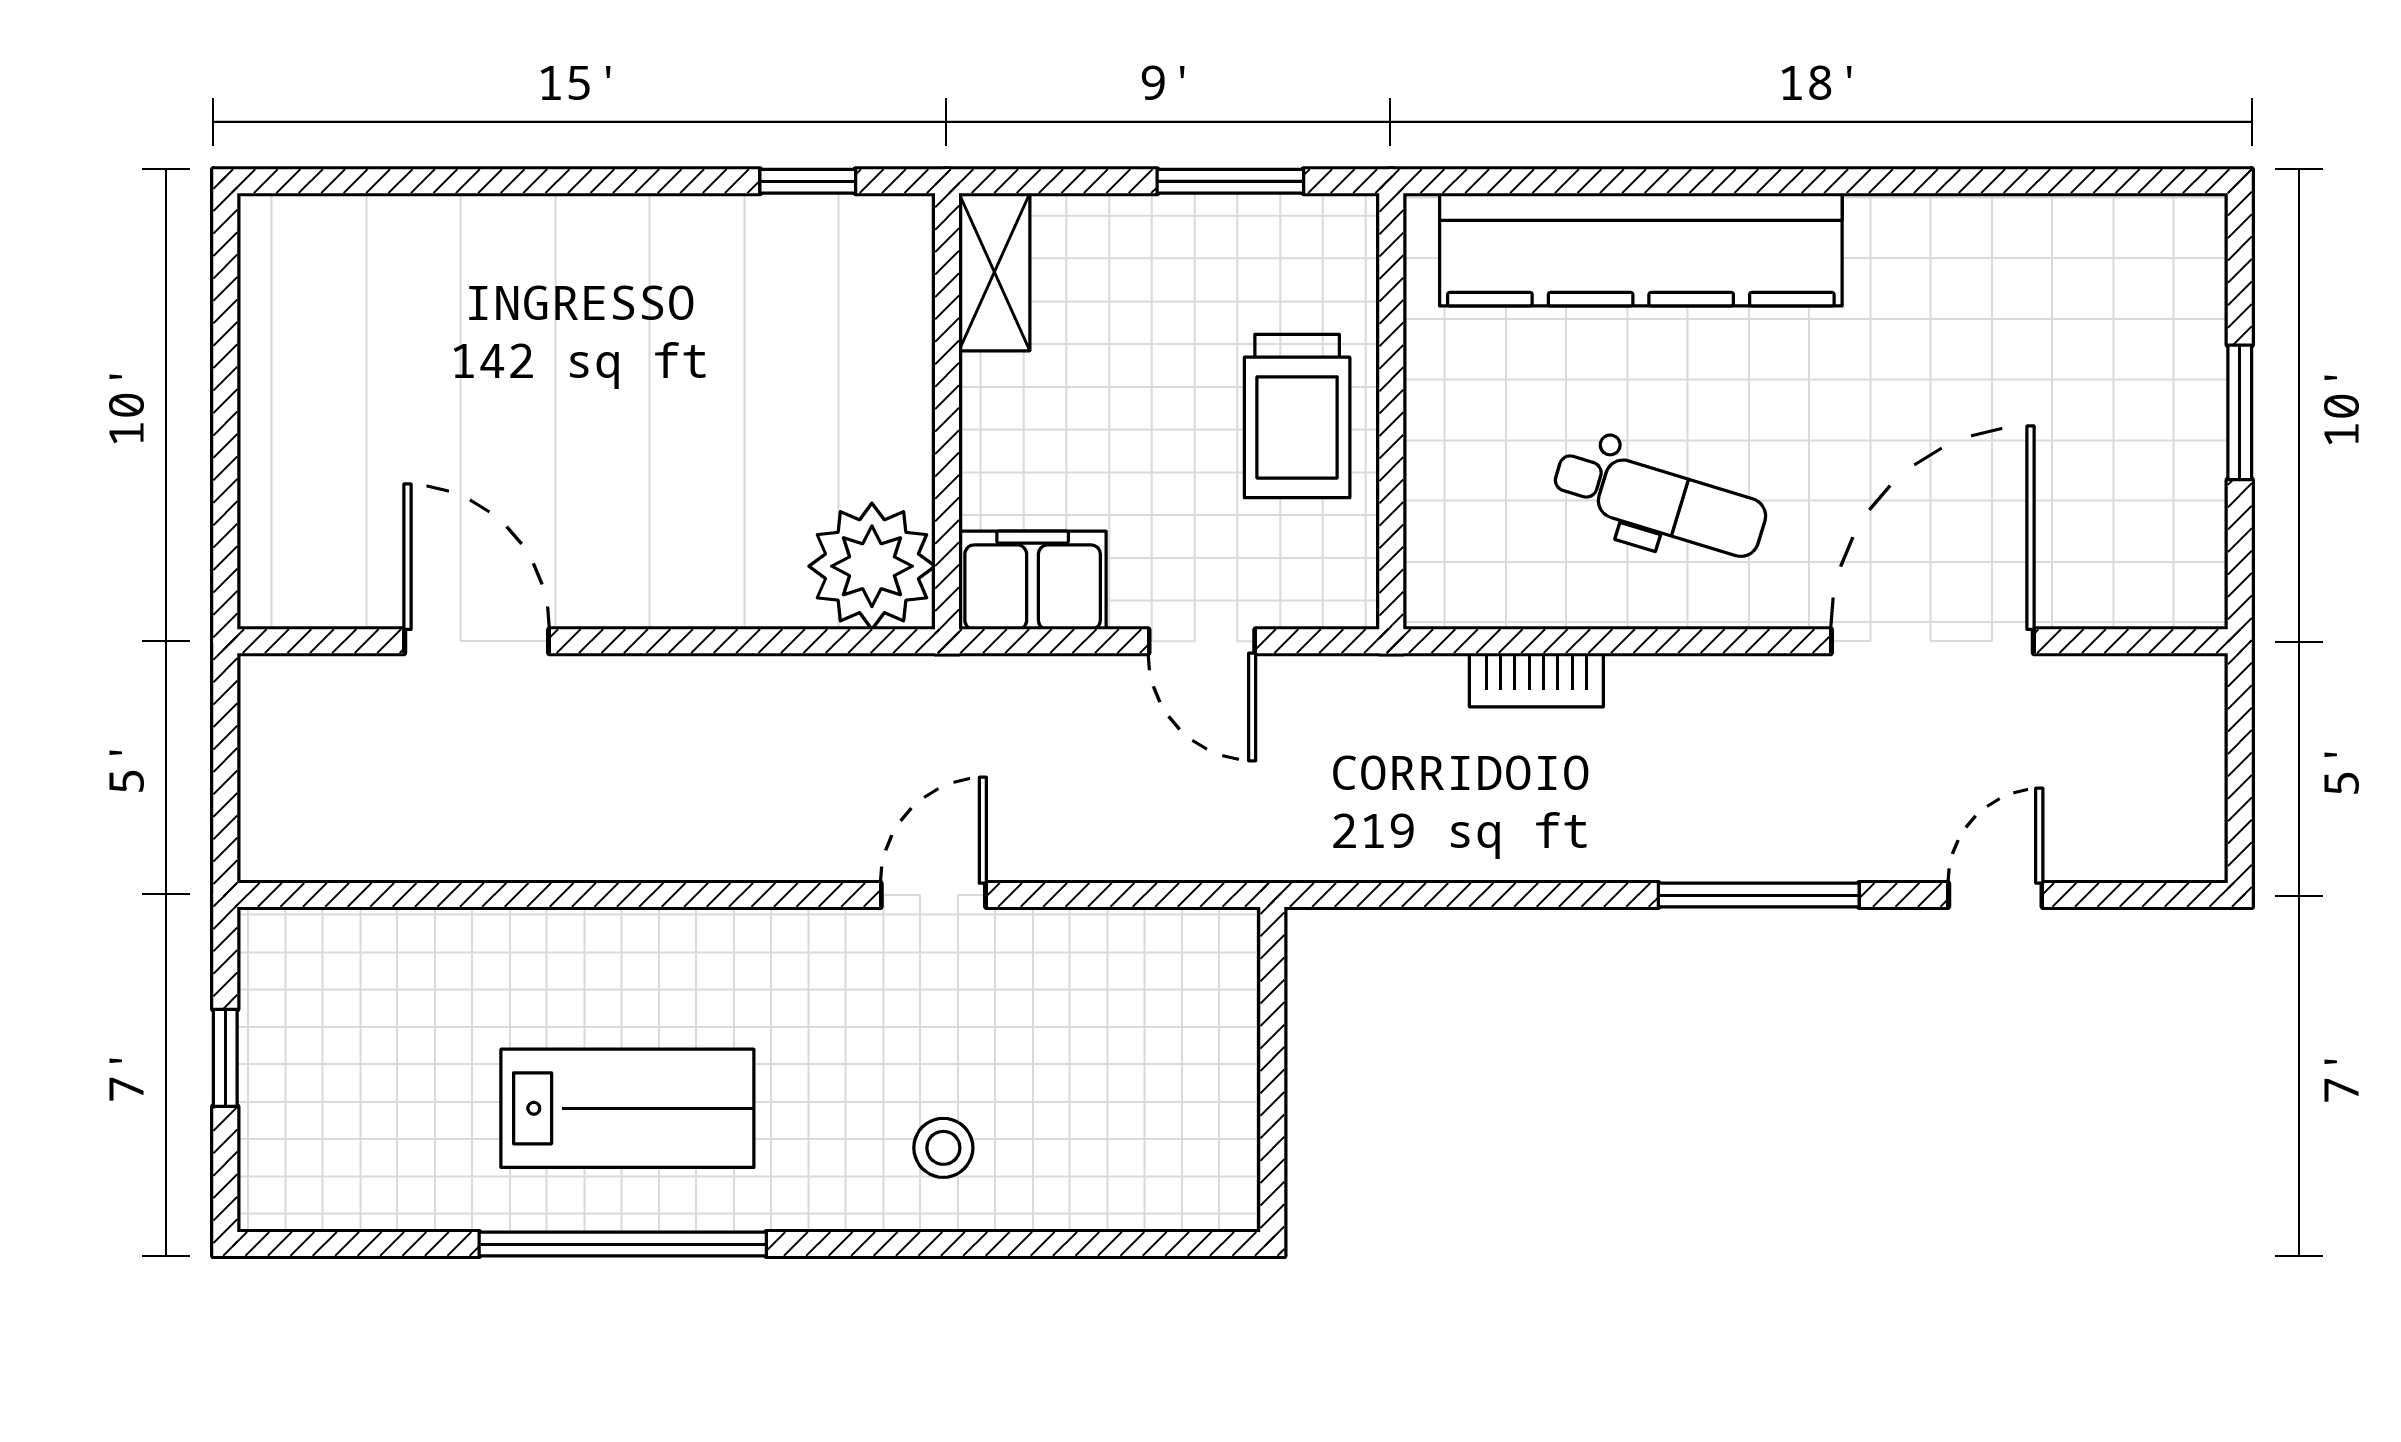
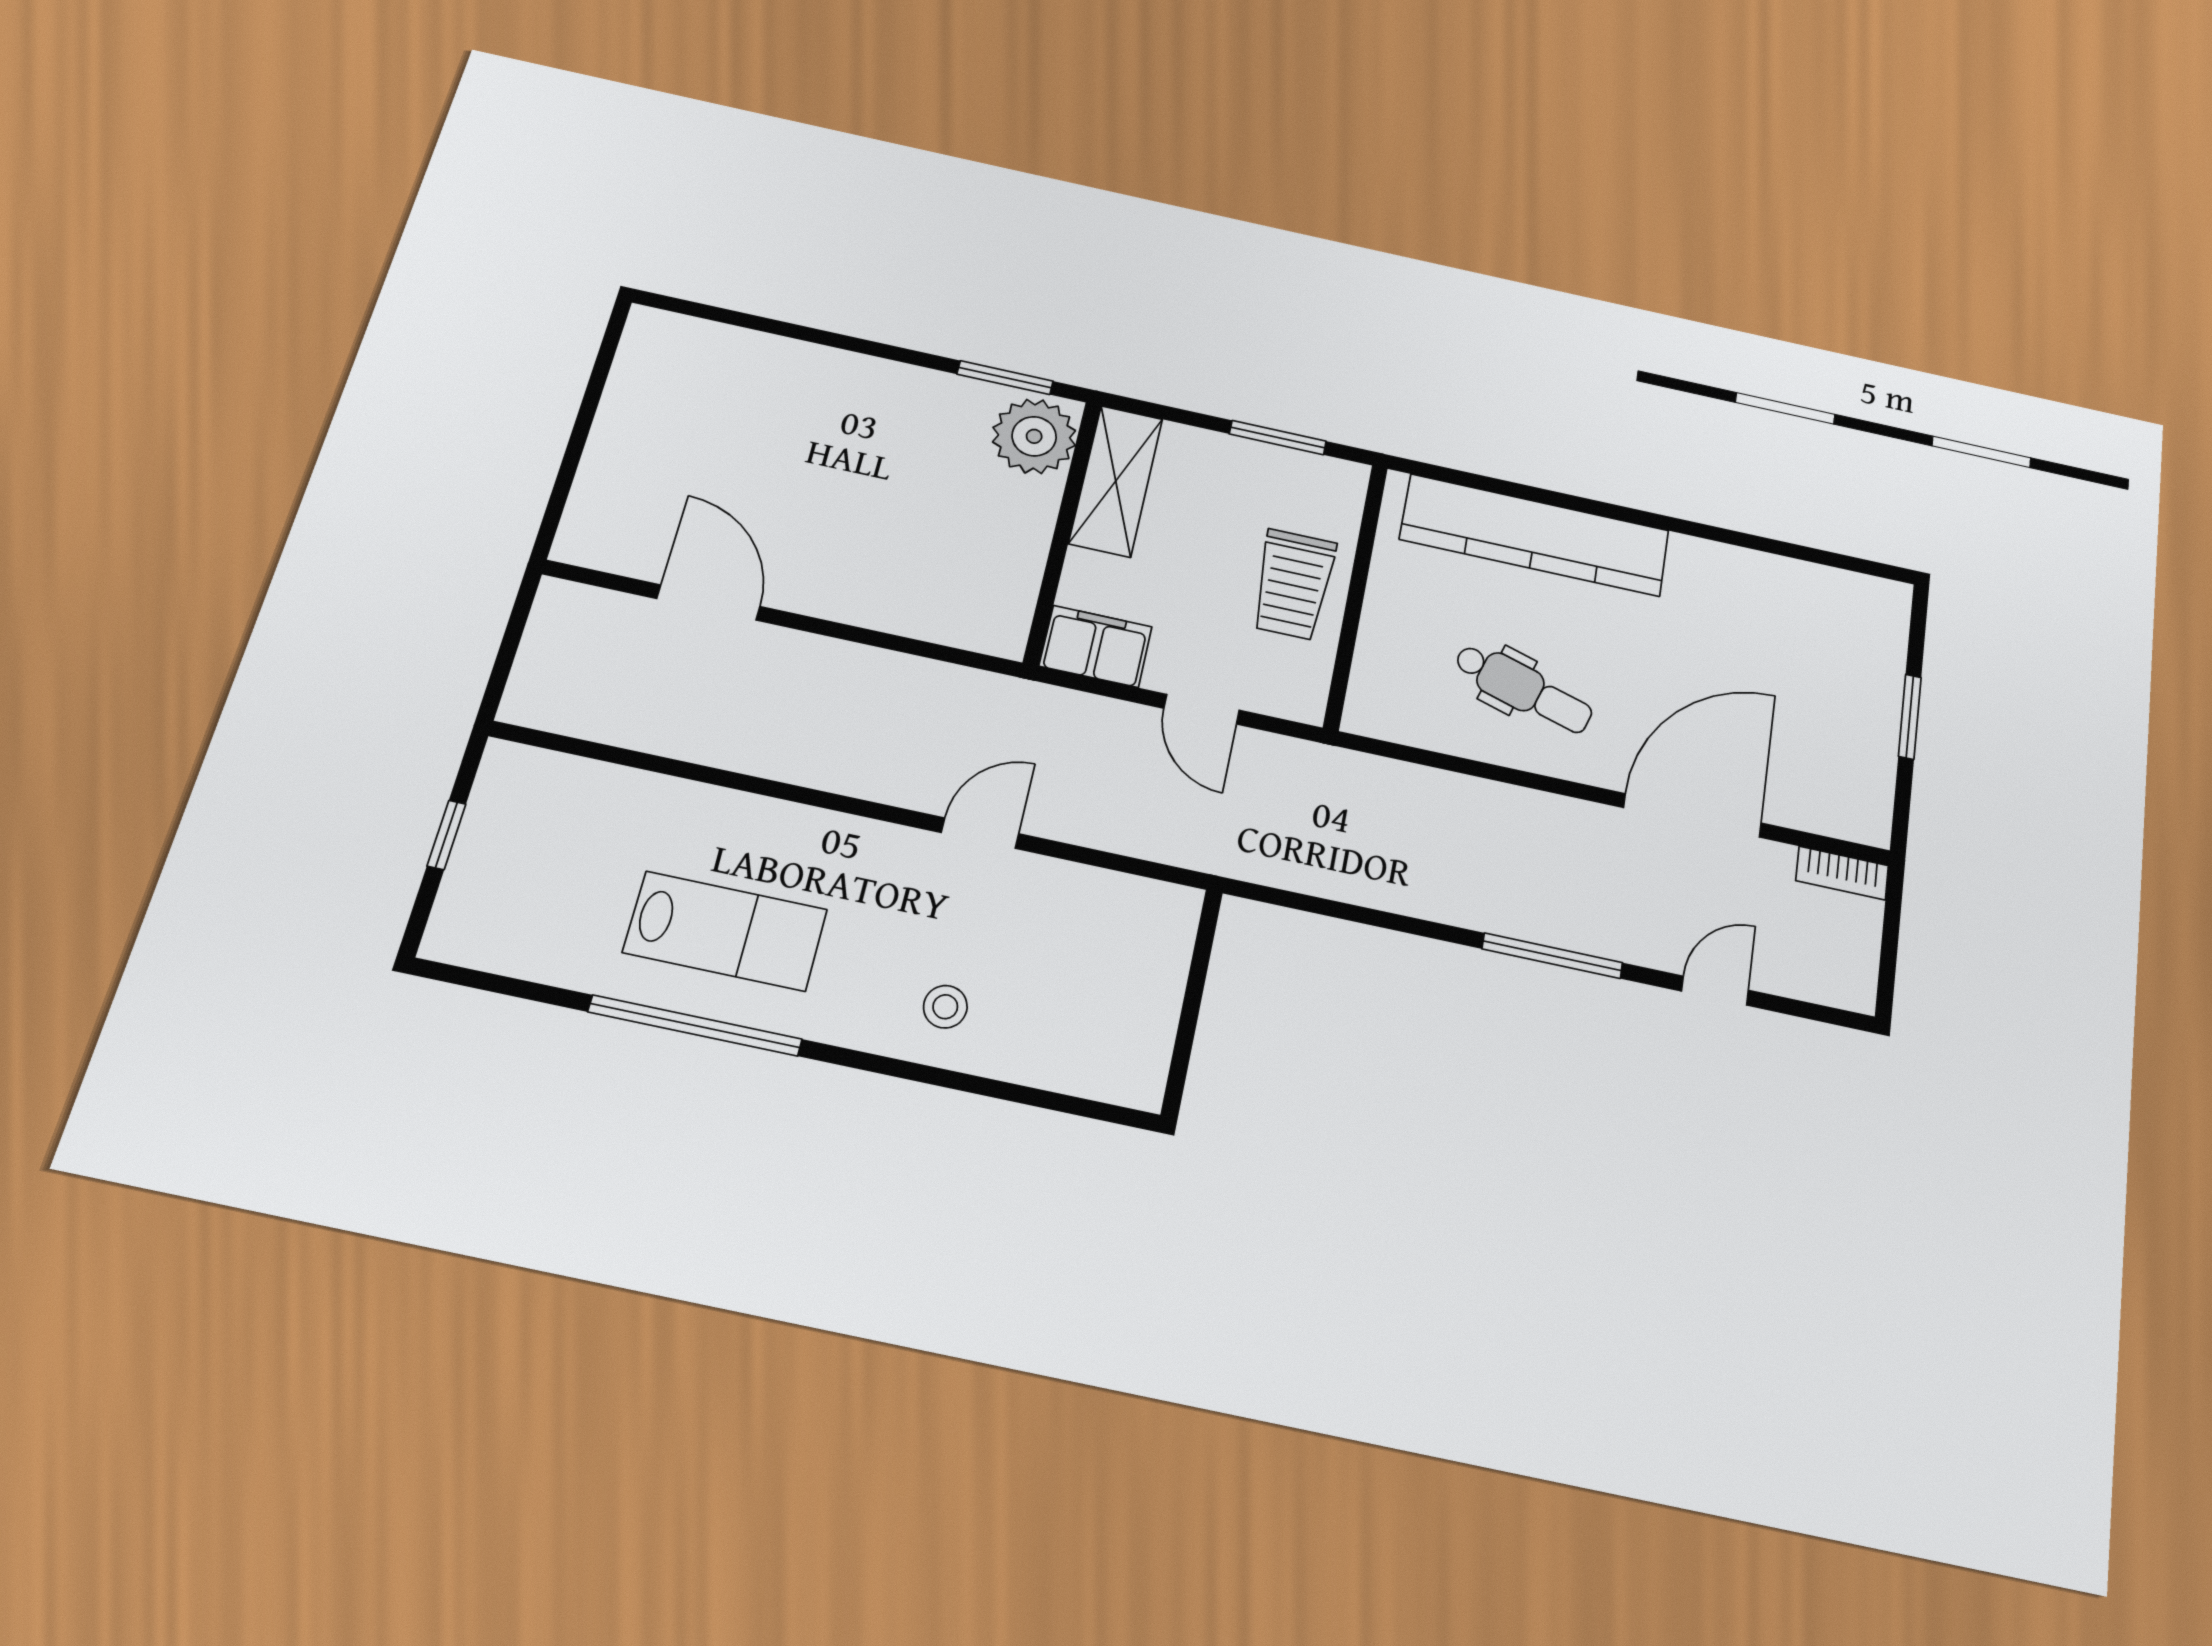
window: (808, 181) -> (1005, 378), width x1.50
shelving: (994, 272) -> (1116, 481), width x1.50, depth x1.33
plant: (872, 566) -> (1034, 436), moved
bookcase: (1536, 680) -> (1842, 873), moved

